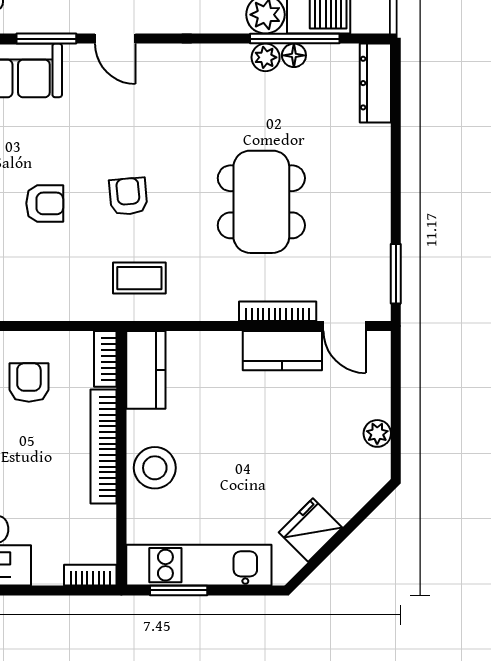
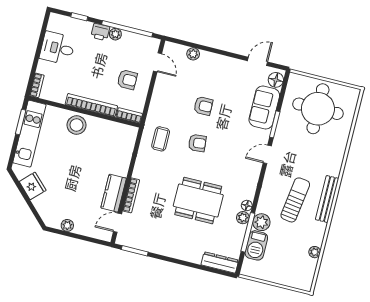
floor lamp: (294, 55) -> (247, 205), moved
dining table: (261, 202) -> (198, 201), moved
armchair: (45, 203) -> (203, 106), turned -90
kitchen counter: (146, 370) -> (120, 132), removed

